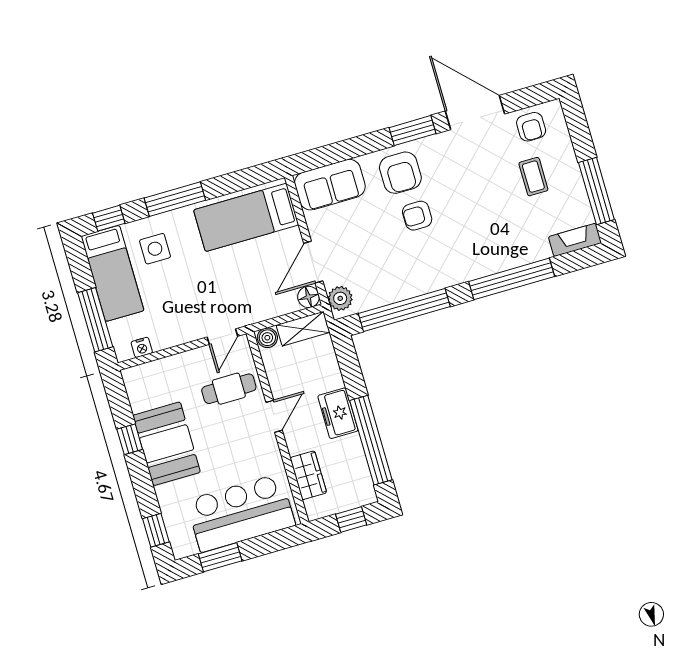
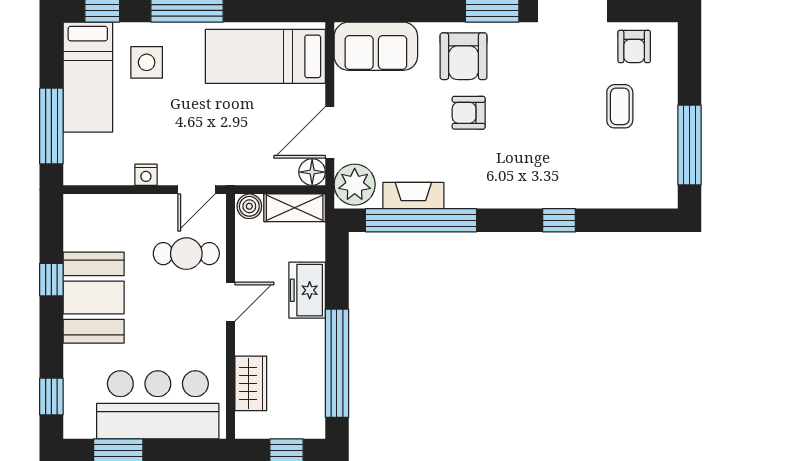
fireplace: (575, 240) -> (413, 196), moved
window: (512, 279) -> (559, 220), width x0.32
plant: (340, 298) -> (355, 185), width x1.36, depth x1.36
nightstand: (142, 347) -> (146, 175), moved
freezer: (338, 413) -> (307, 290), moved

